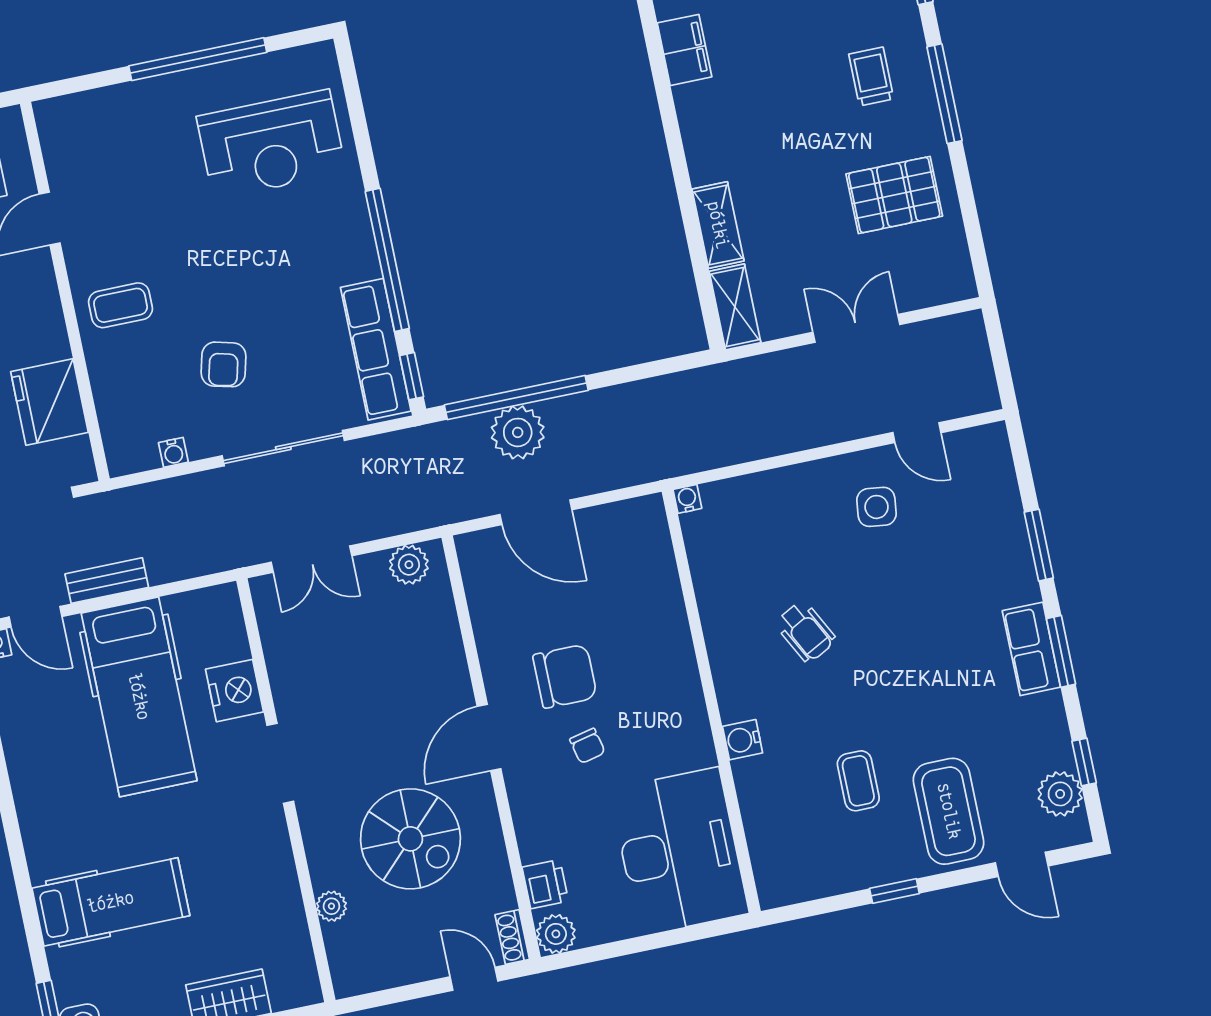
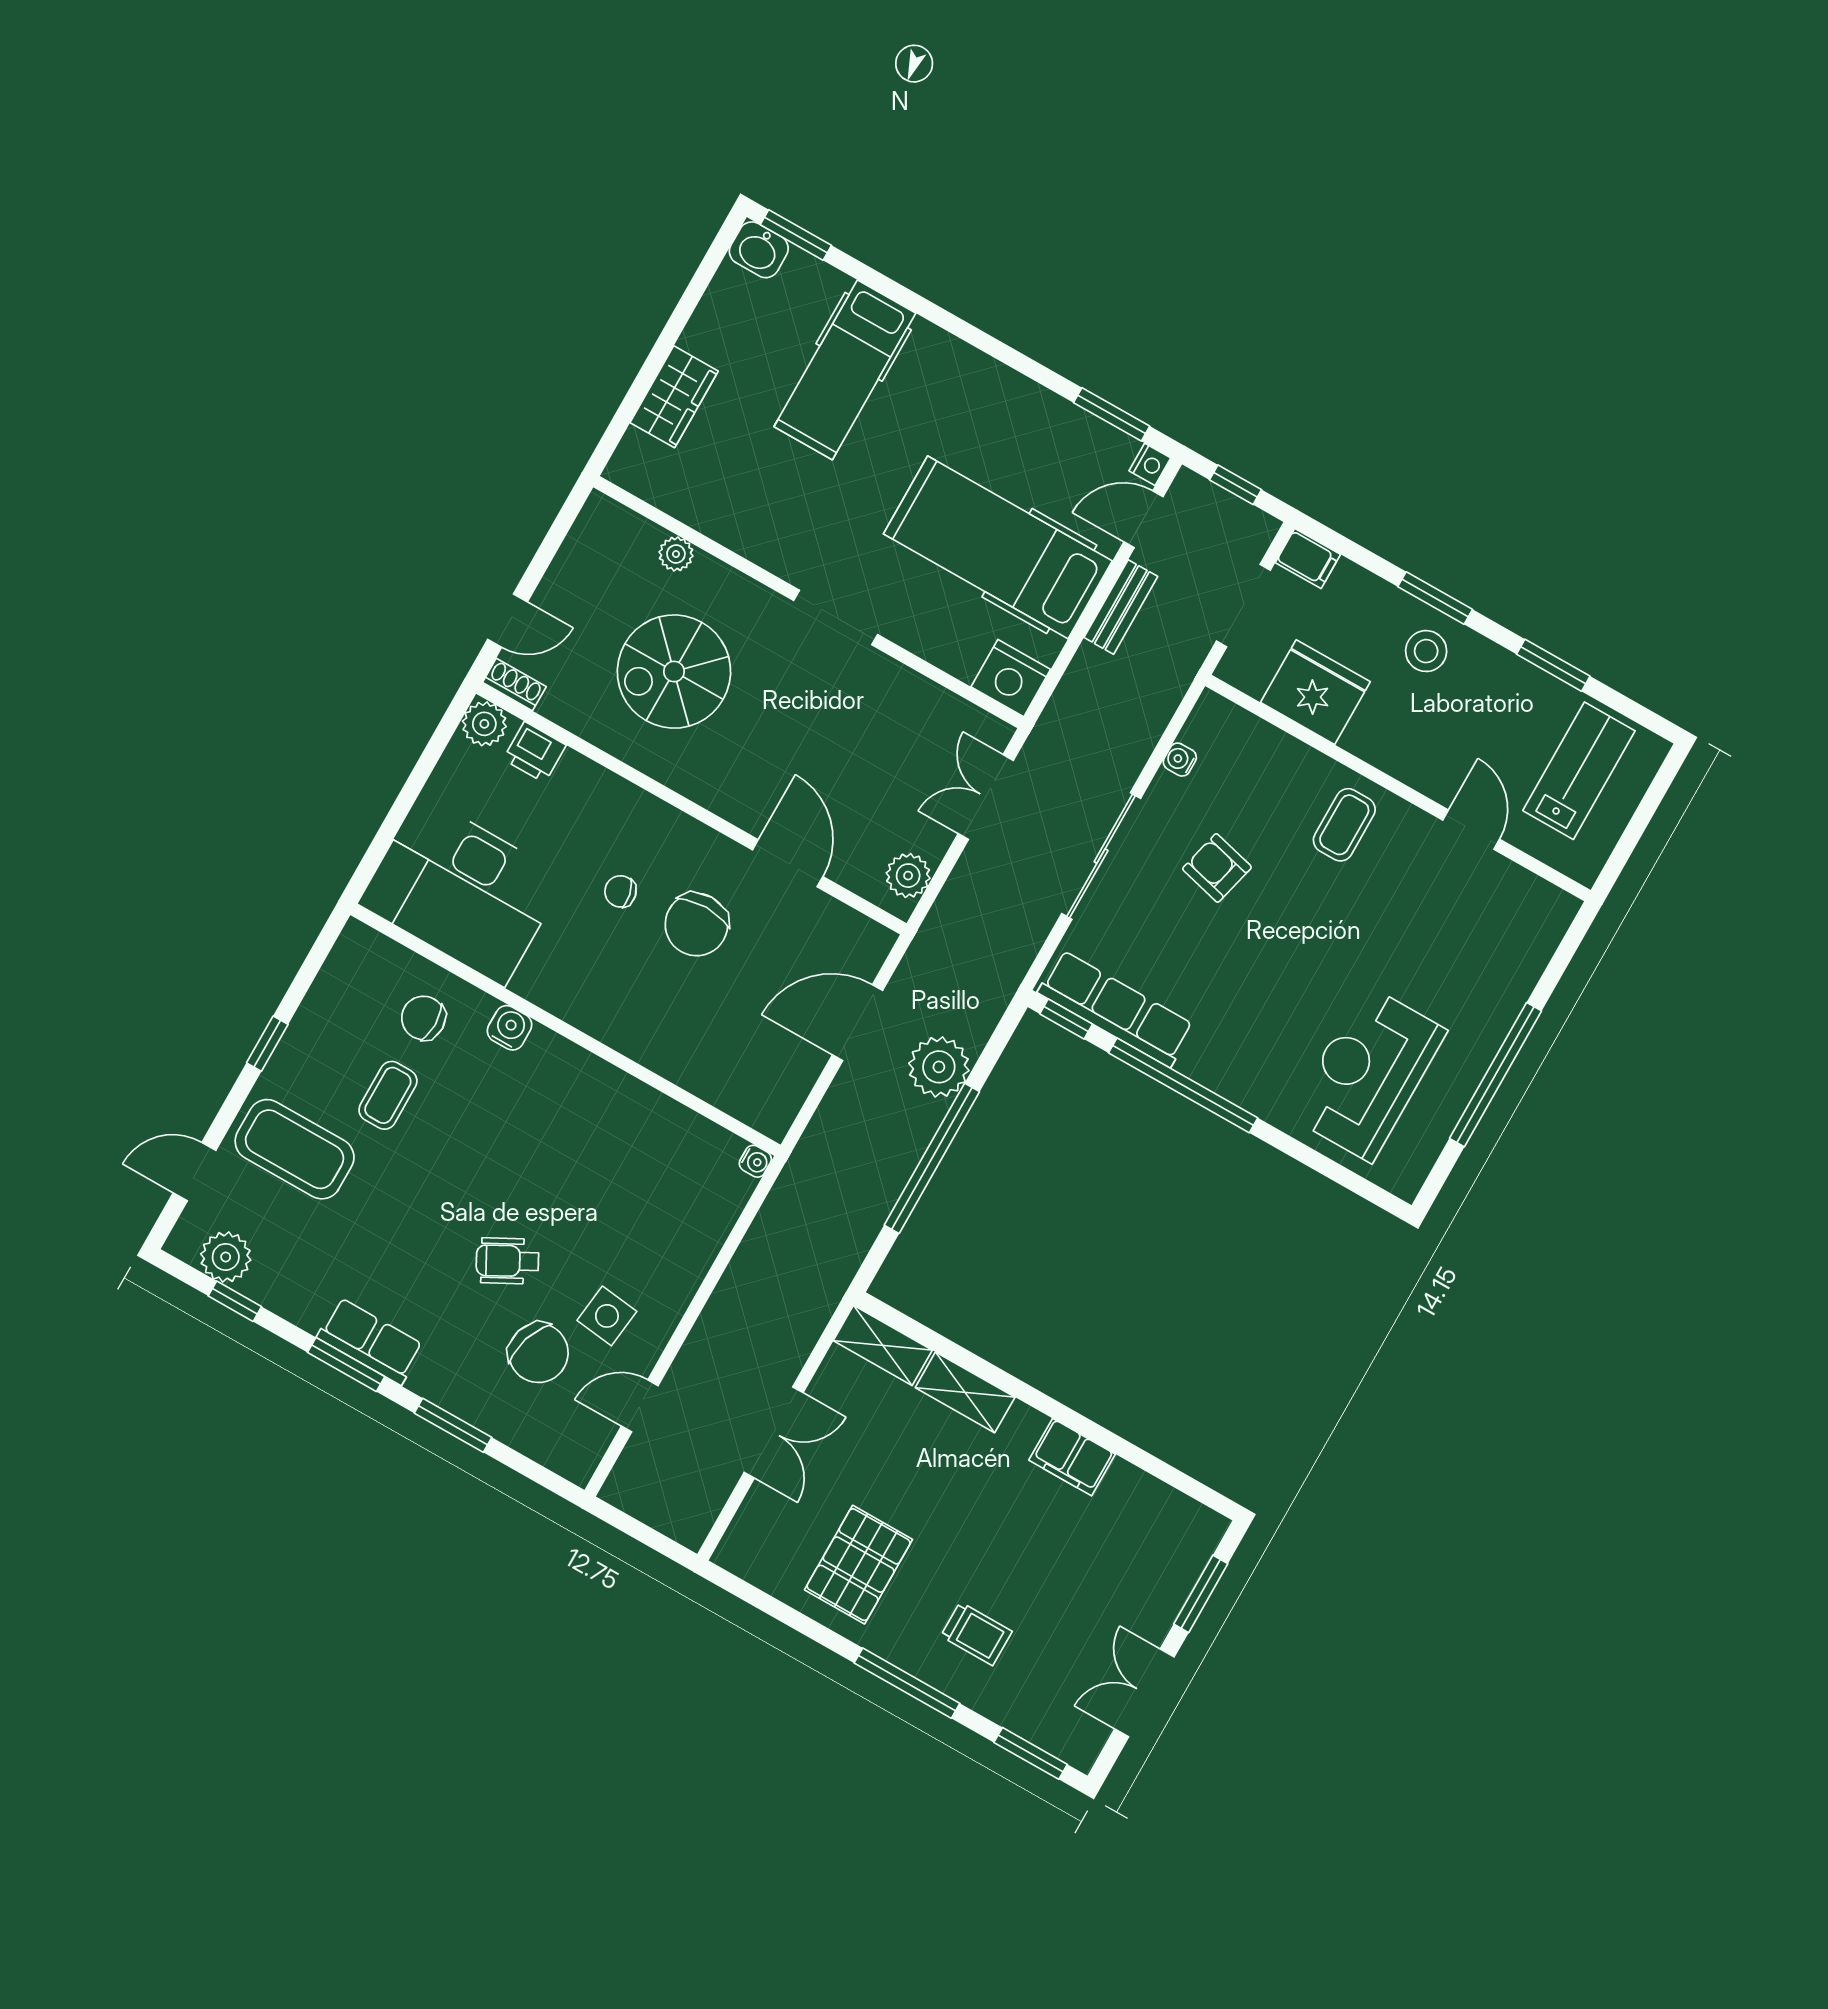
filing cabinet: (685, 50) -> (1072, 1457), moved
window: (516, 398) -> (932, 1158), moved
chair: (941, 531) -> (538, 1353), added
wheelchair: (805, 632) -> (507, 1261), moved
nightstand: (235, 691) -> (1011, 678), moved
door: (489, 738) -> (788, 863), moved
coffee table: (858, 781) -> (388, 1095), turned 90
chair: (786, 803) -> (423, 1018), added

